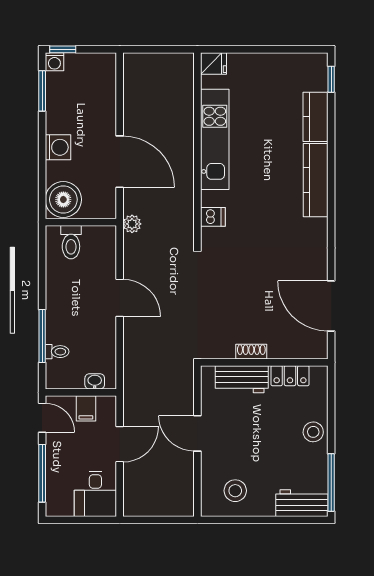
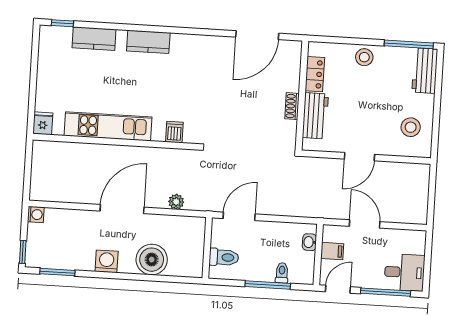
washing machine: (54, 62) -> (36, 215), moved
kitchen counter: (316, 180) -> (148, 42), width x0.67
wall: (81, 222) -> (207, 248), moved
toilet: (71, 242) -> (224, 257), moved
desk: (95, 494) -> (404, 272), moved

